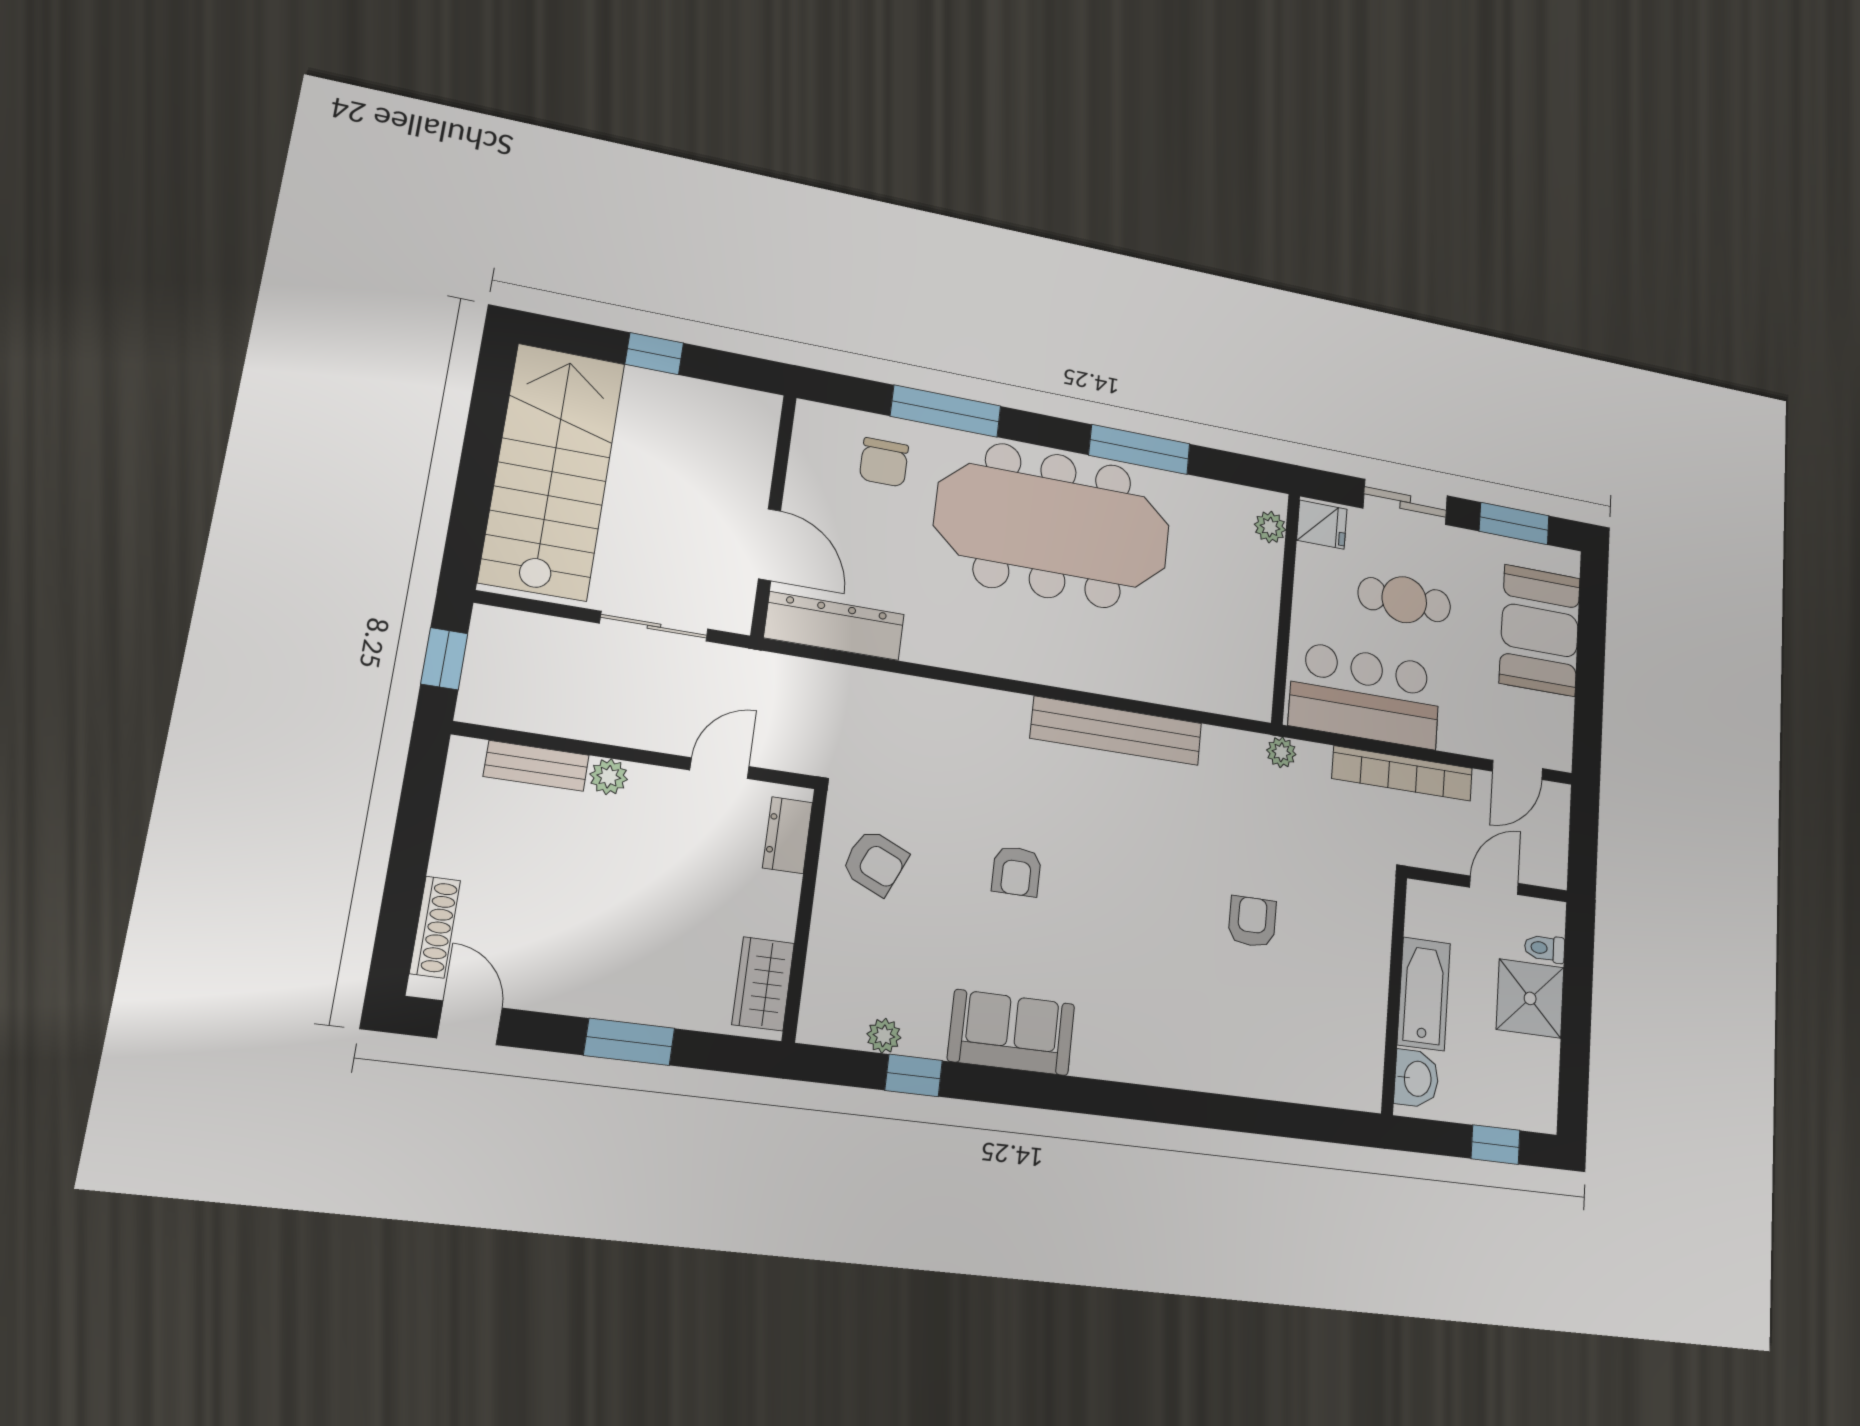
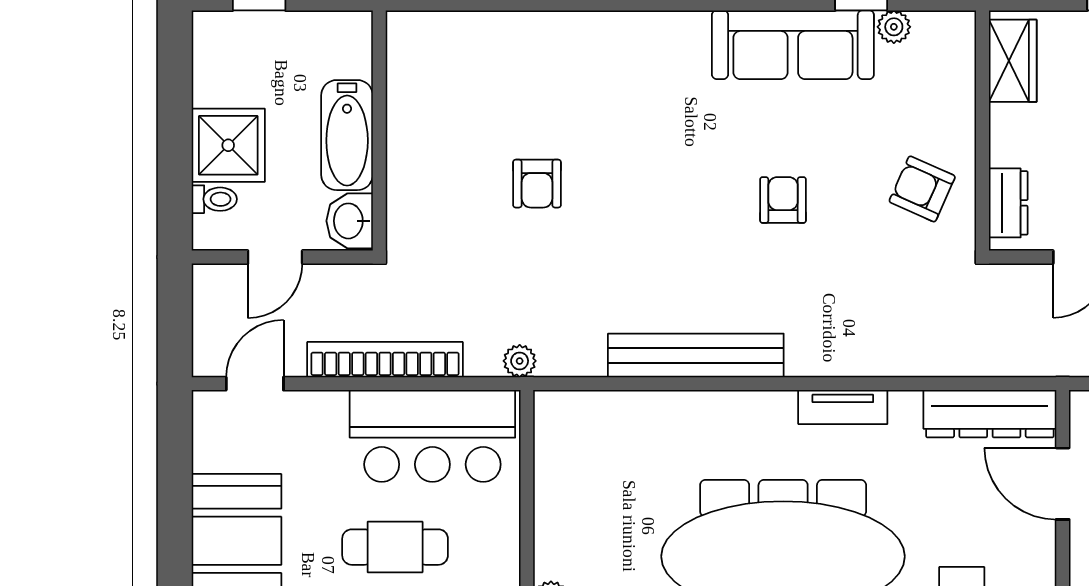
tv unit: (980, 657) -> (843, 407), added
sofa: (1011, 1032) -> (793, 45), width x1.36
washbasin: (1416, 1079) -> (350, 221), moved

